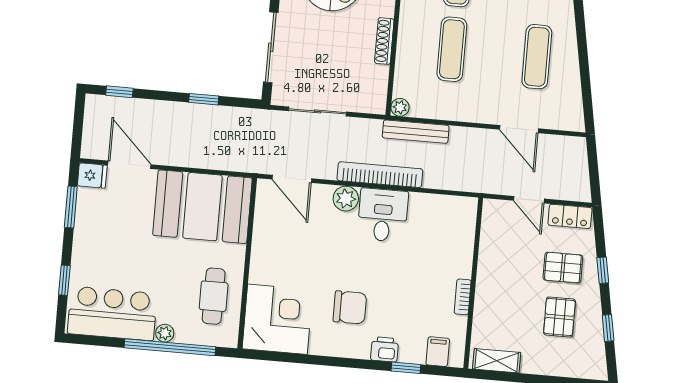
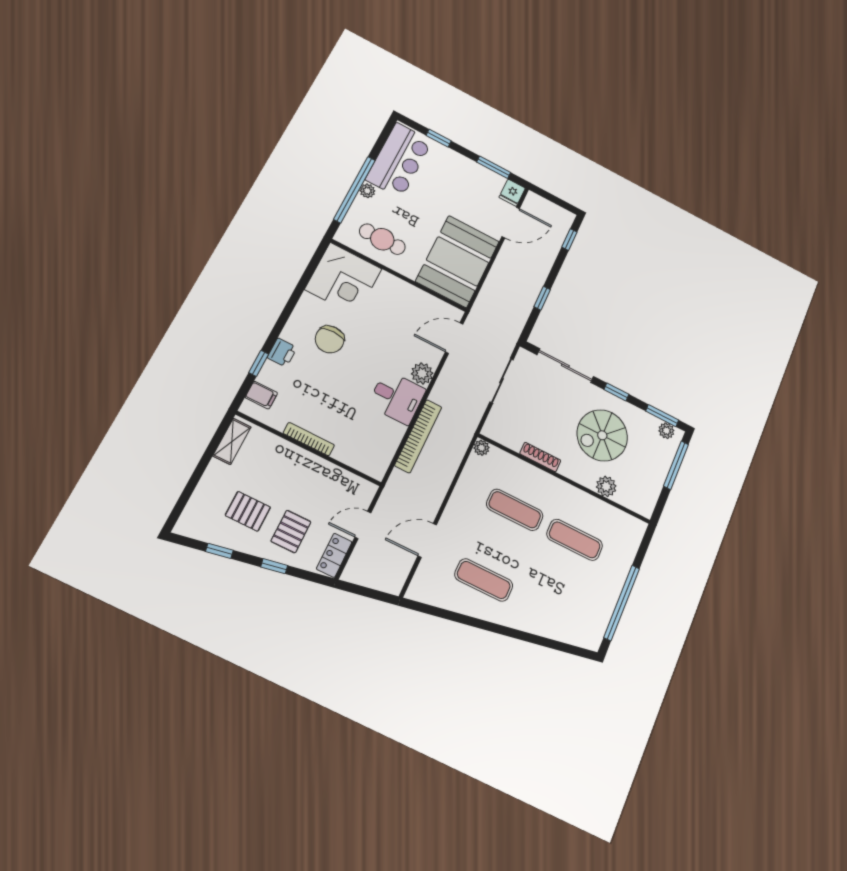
bench: (416, 132) -> (457, 452), removed
bookcase: (380, 175) -> (418, 436), moved
bookcase: (463, 297) -> (309, 439), width x1.56

